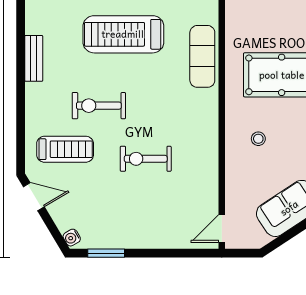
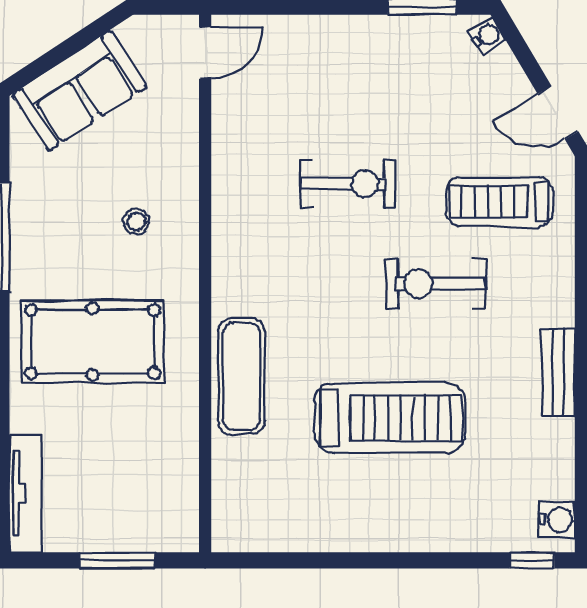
exercise bike: (99, 106) -> (436, 284), turned 180

